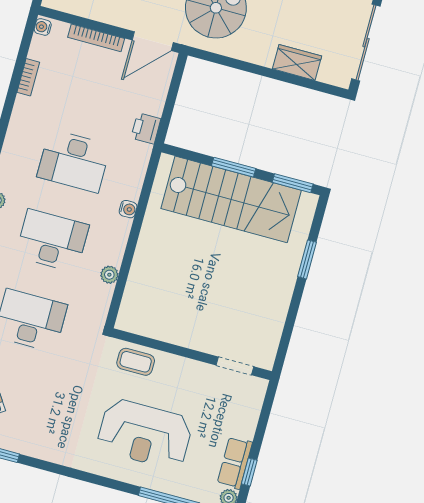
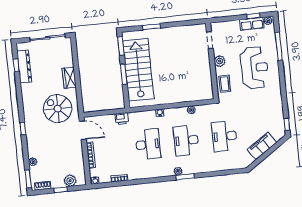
wardrobe: (297, 62) -> (69, 78), moved
plant: (185, 369) -> (220, 61), added

